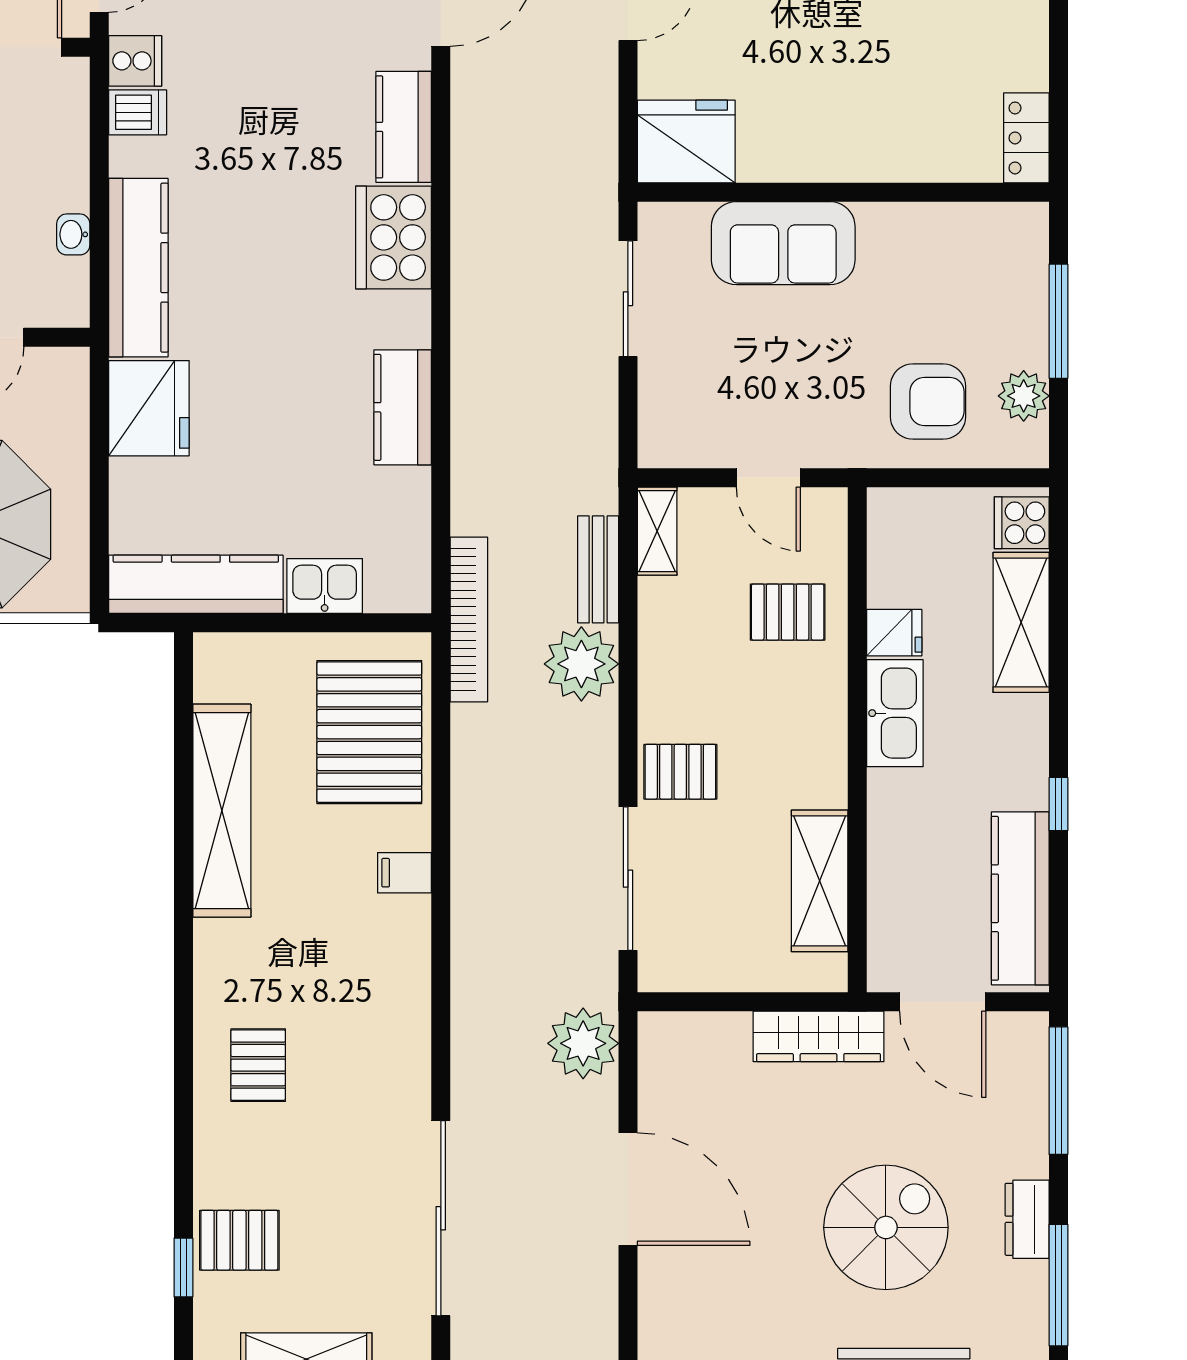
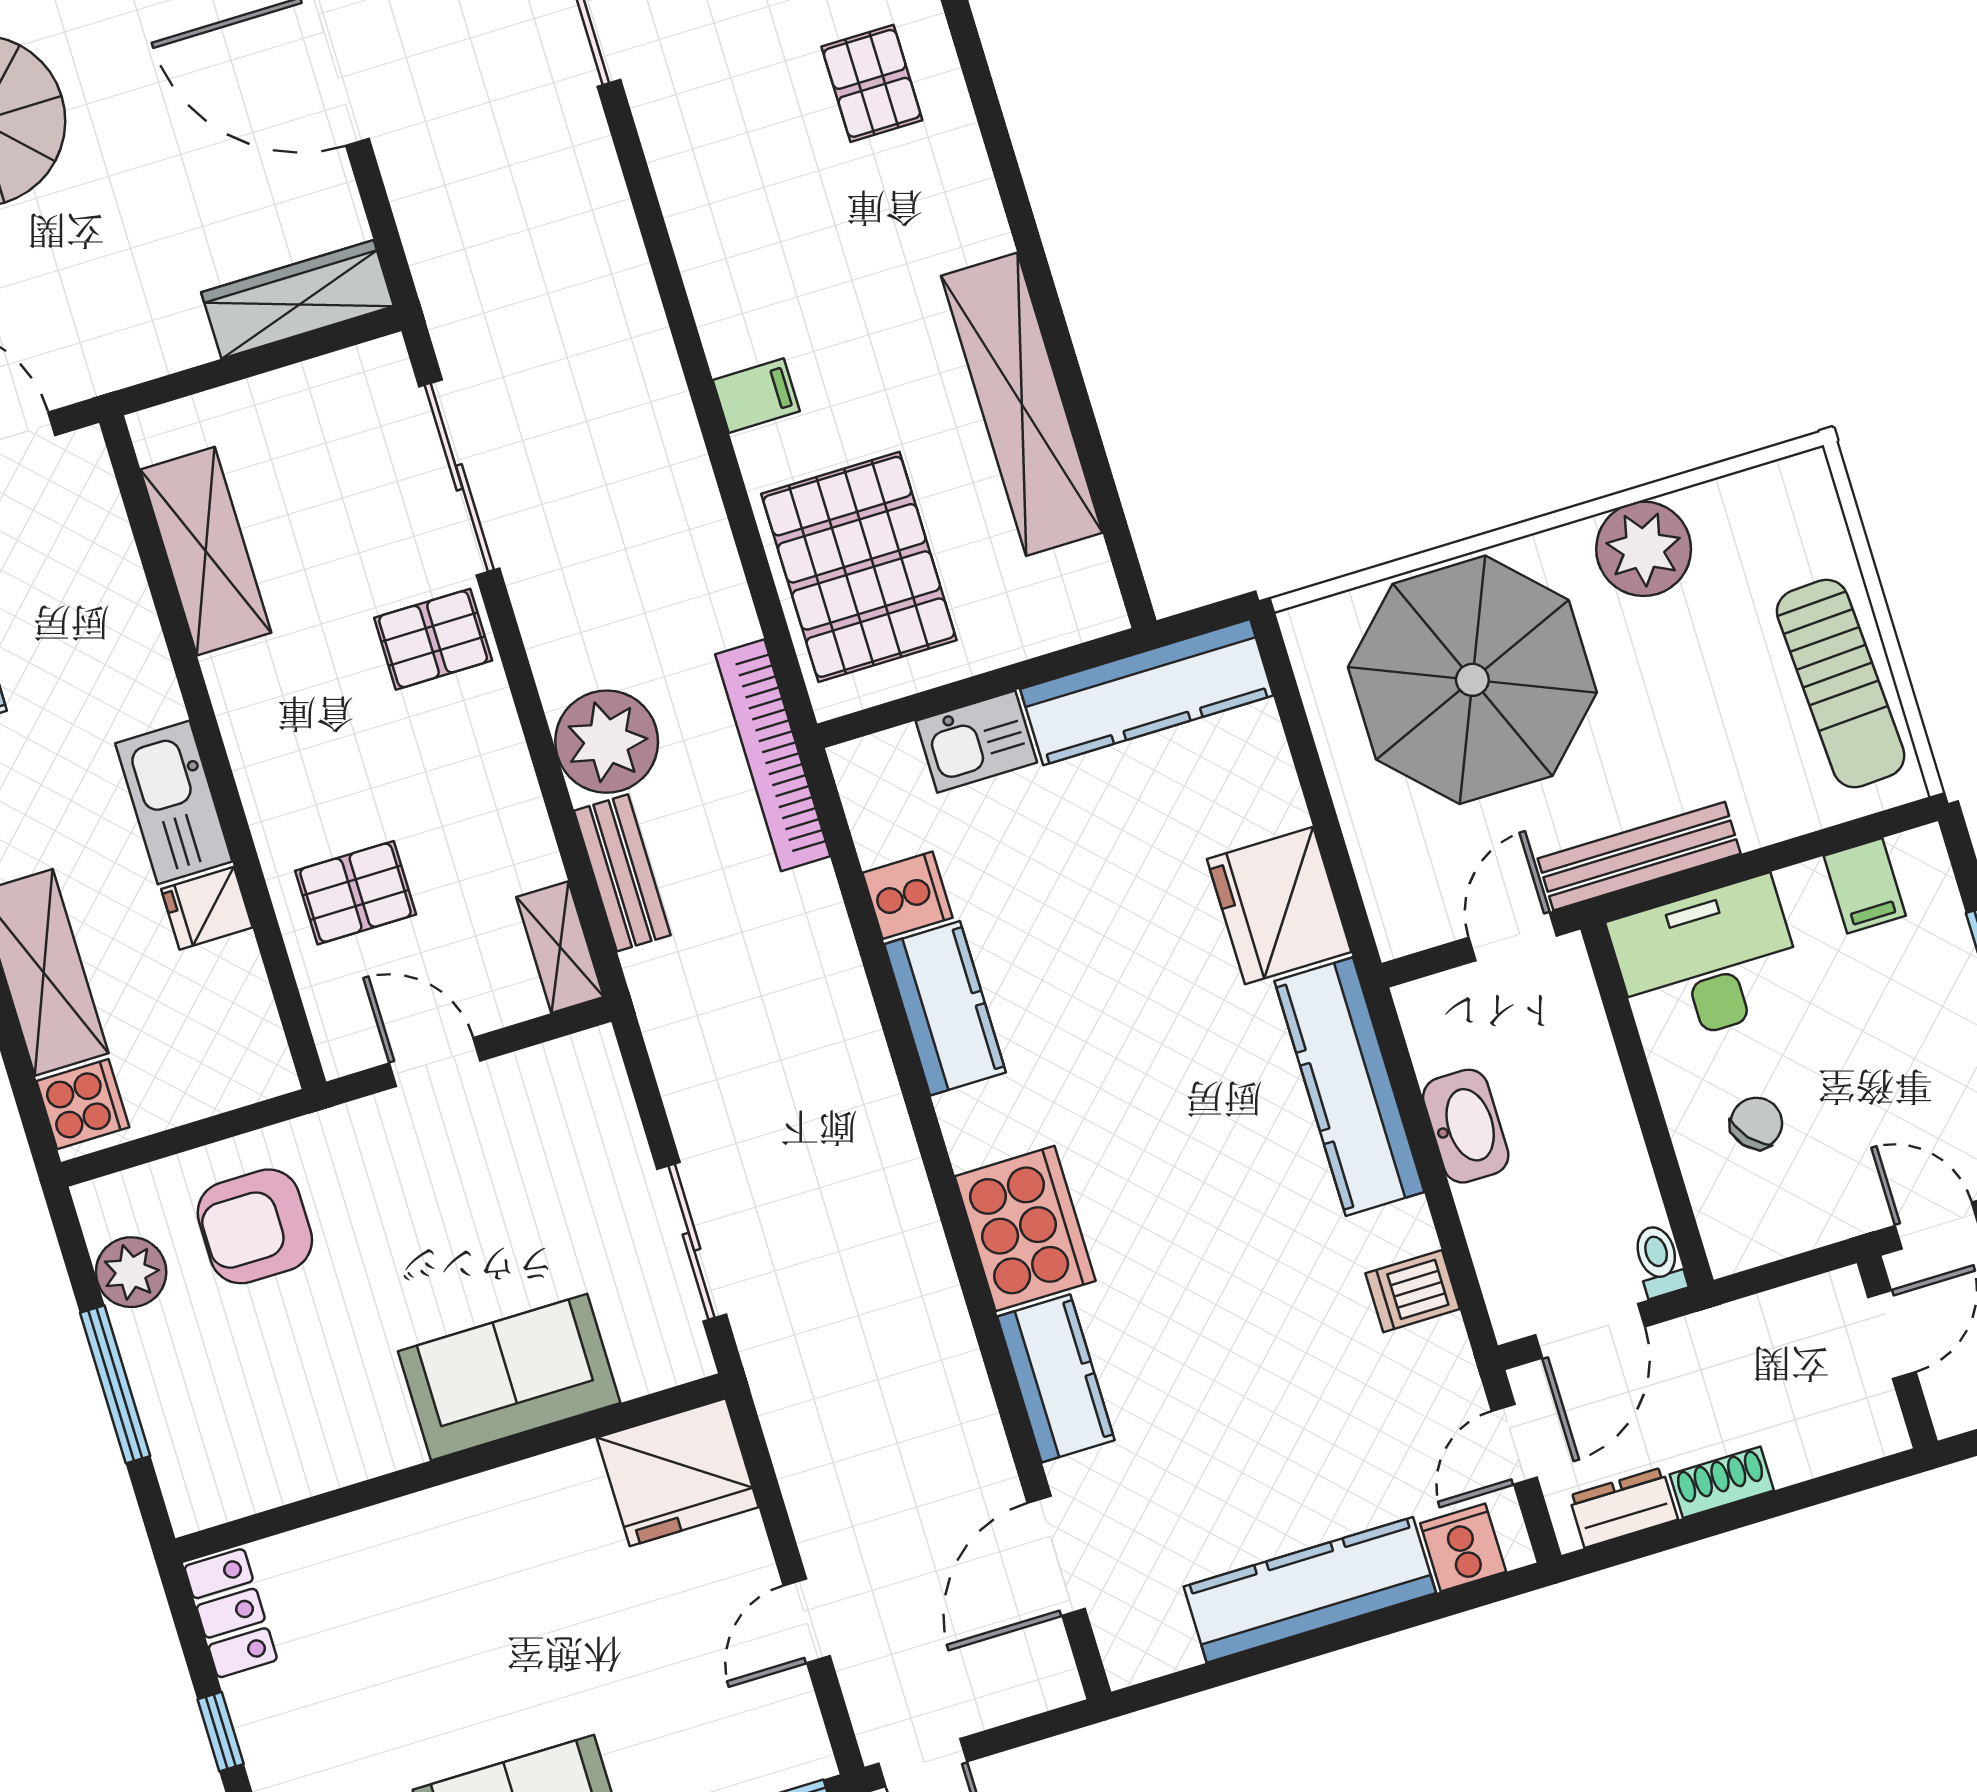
window: (1058, 58) -> (221, 1732), added
cooker: (135, 61) -> (907, 895), moved, turned 180
washbasin: (73, 234) -> (1466, 1126), width x1.91, depth x1.45
wardrobe: (819, 1036) -> (298, 299), moved
plant: (583, 1043) -> (452, 242), removed

